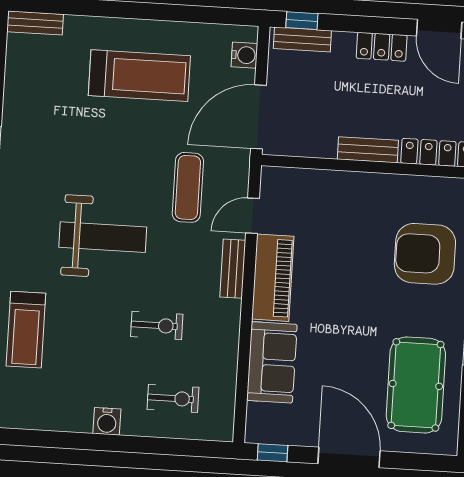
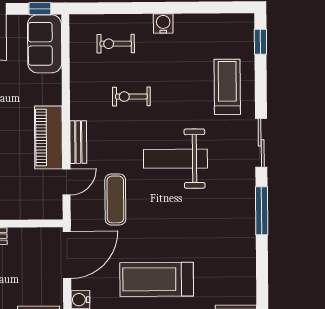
sofa: (272, 362) -> (45, 44), moved

